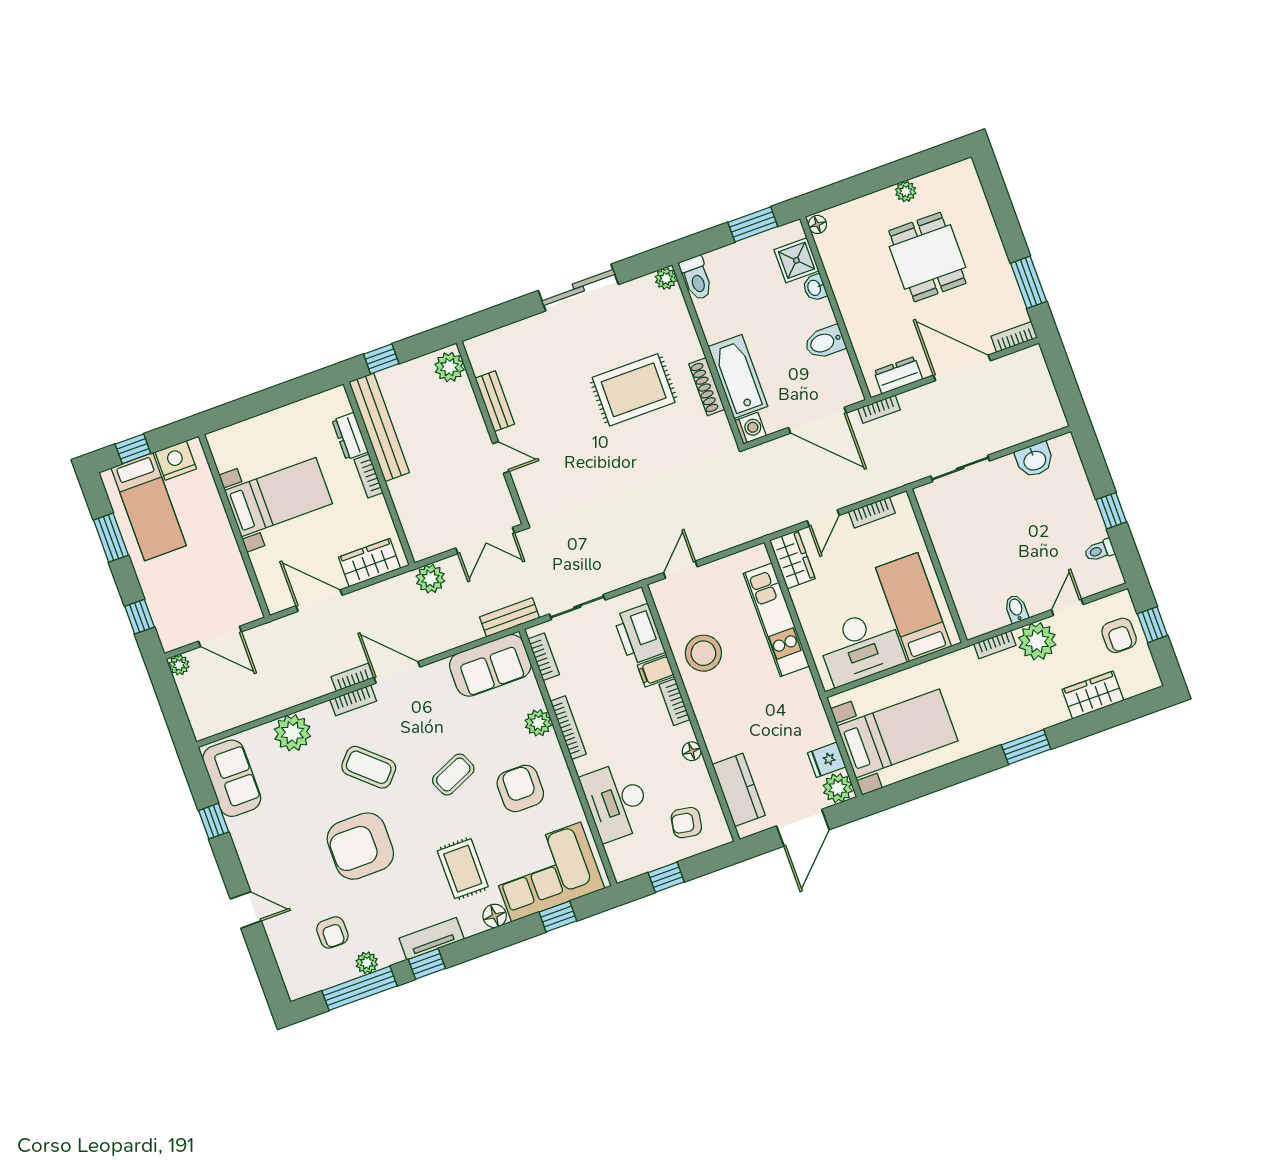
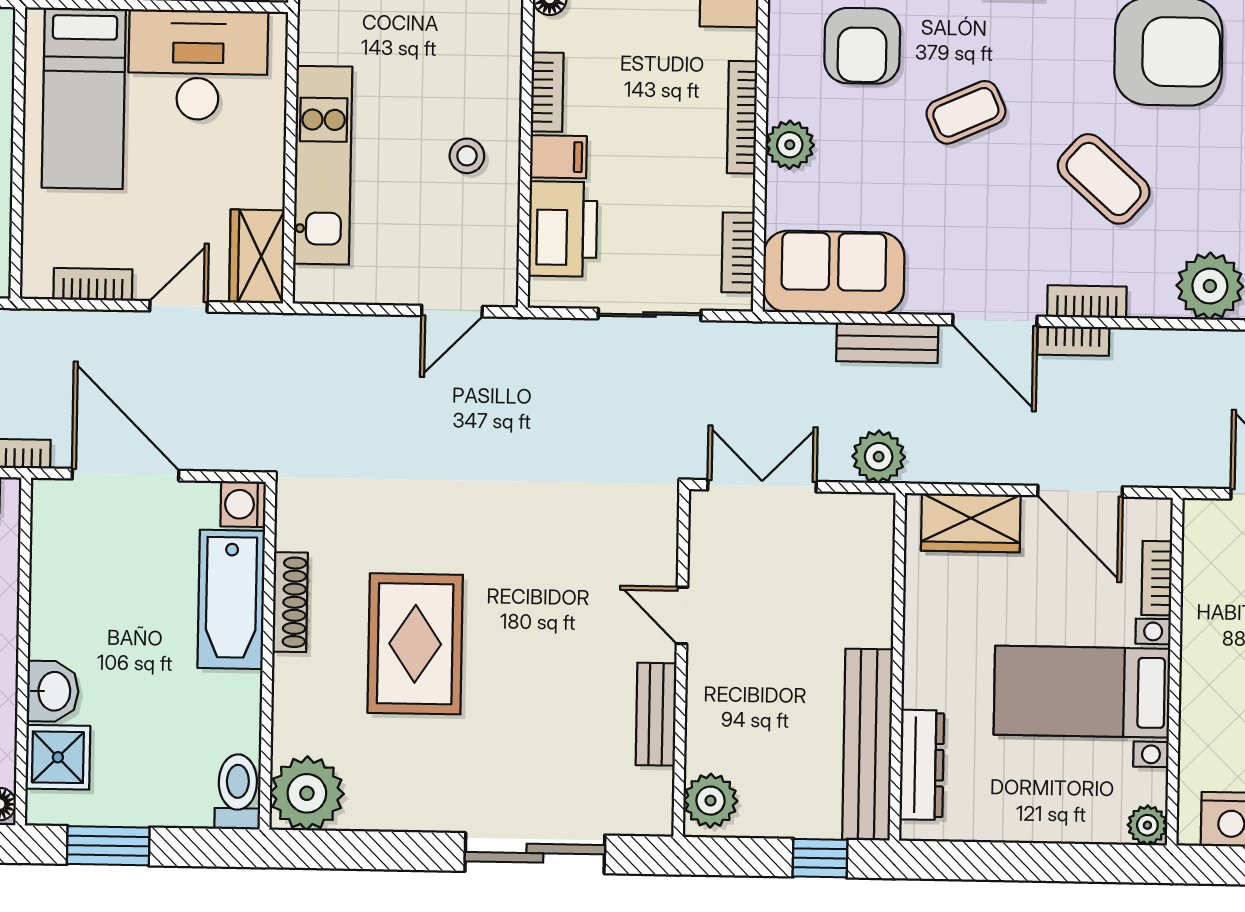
plant: (666, 279) -> (307, 793), width x1.88, depth x1.88
sliding door: (578, 288) -> (535, 853), moved
washbasin: (815, 288) -> (53, 691), width x1.38, depth x1.45
bidet: (825, 342) -> (63, 601), removed
rug: (634, 390) -> (415, 644), turned 90
dresser: (350, 436) -> (922, 765), width x1.44
plant: (218, 441) -> (1147, 825), added
bookcase: (369, 476) -> (1157, 578), moved, turned 180
bench: (509, 617) -> (887, 343), moved
stool: (703, 653) -> (467, 156), width x0.53, depth x0.53

